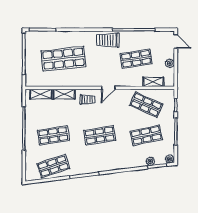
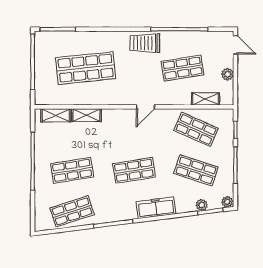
trolley: (88, 99) -> (118, 122), removed
shop shelf: (146, 135) -> (196, 170), turned 30
freezer: (116, 163) -> (156, 208), added

